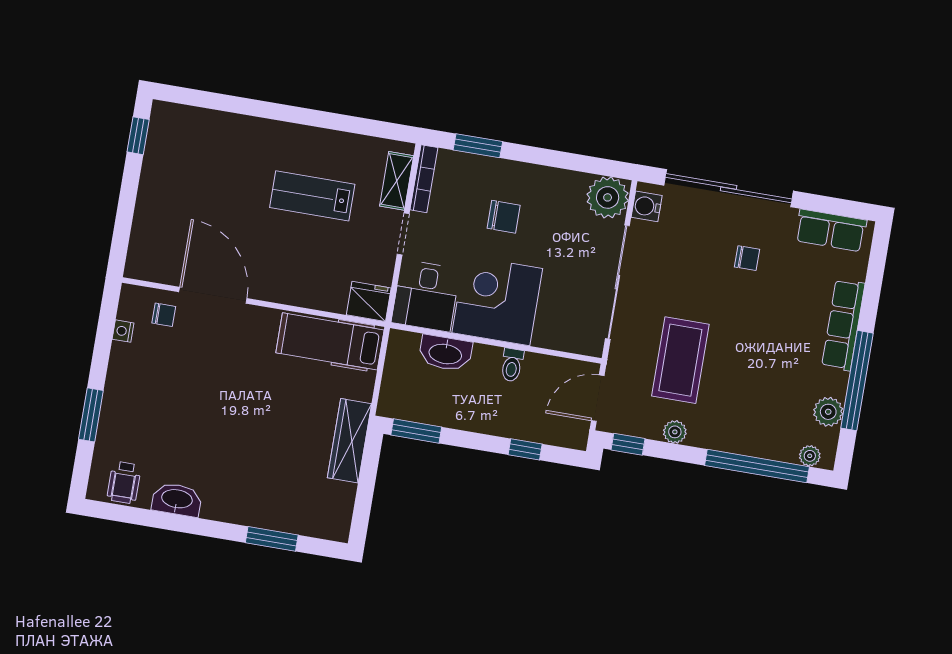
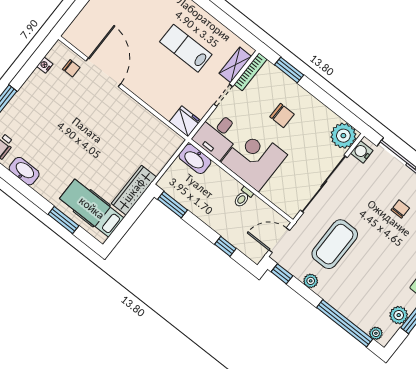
chair: (747, 258) -> (400, 209), turned -90
hospital bed: (330, 341) -> (92, 208), moved
washbasin: (445, 353) -> (195, 159), moved

